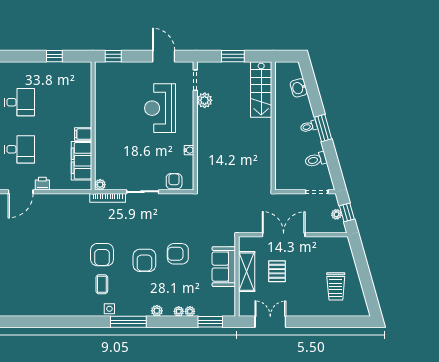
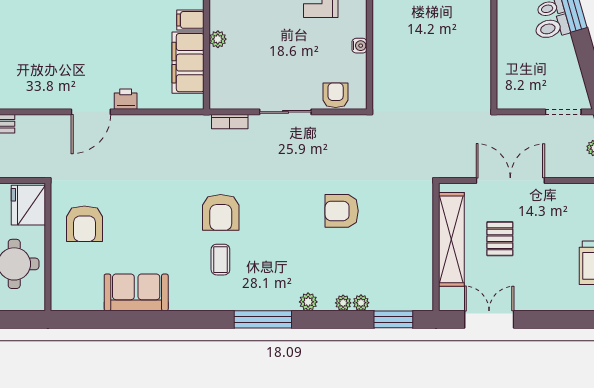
desk: (20, 149) -> (89, 44), removed
toilet: (316, 160) -> (552, 28), moved
plant: (100, 185) -> (218, 39), moved
bookcase: (108, 198) -> (230, 122), width x0.64
armchair: (144, 260) -> (84, 224), moved
sofa: (224, 267) -> (136, 292), moved, turned 90
shelving: (247, 272) -> (451, 239), width x1.47
side table: (109, 309) -> (233, 299), removed

